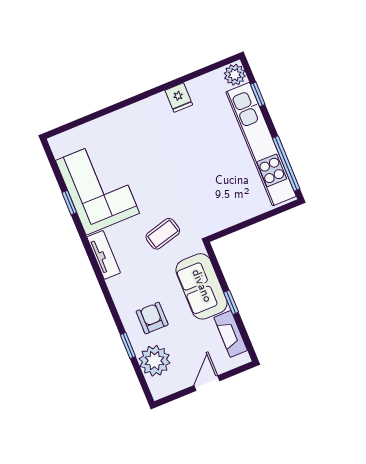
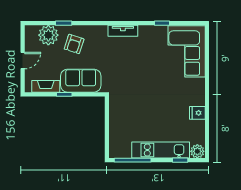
kitchen unit: (261, 144) -> (161, 150), width x0.73
corner sofa: (98, 187) -> (187, 51), moved, turned 90
coffee table: (163, 234) -> (121, 71), removed
armchair: (152, 318) -> (74, 44), turned 108
door: (207, 383) -> (23, 61), hinge flipped

